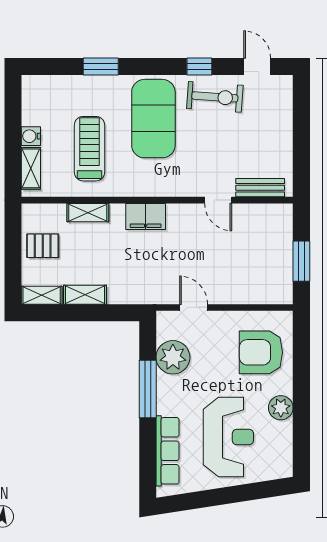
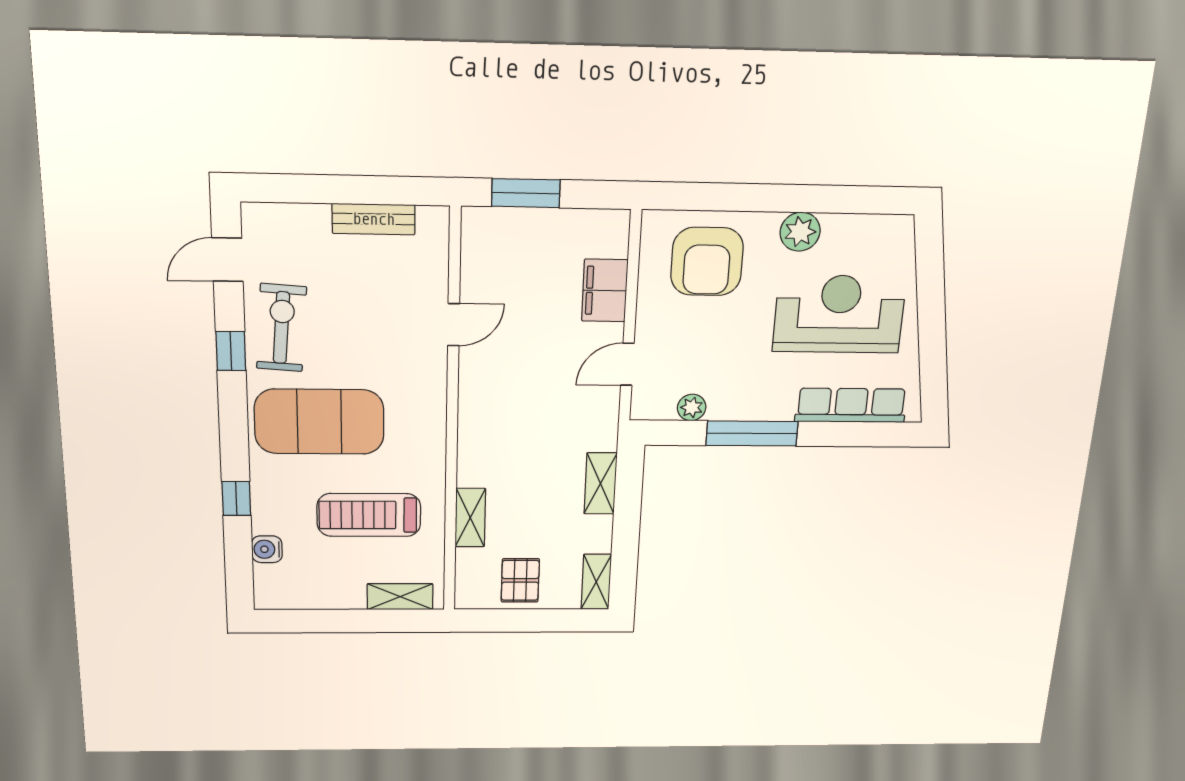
window: (101, 66) -> (236, 499), width x0.67
water cooler: (31, 136) -> (267, 549), moved, turned 90
bench: (260, 188) -> (374, 219), moved, turned 90
filing cabinet: (146, 216) -> (605, 291), moved, turned 180
window: (301, 261) -> (526, 193), moved
shelving: (85, 295) -> (601, 483), moved
plant: (173, 357) -> (692, 407), width x0.53, depth x0.53

